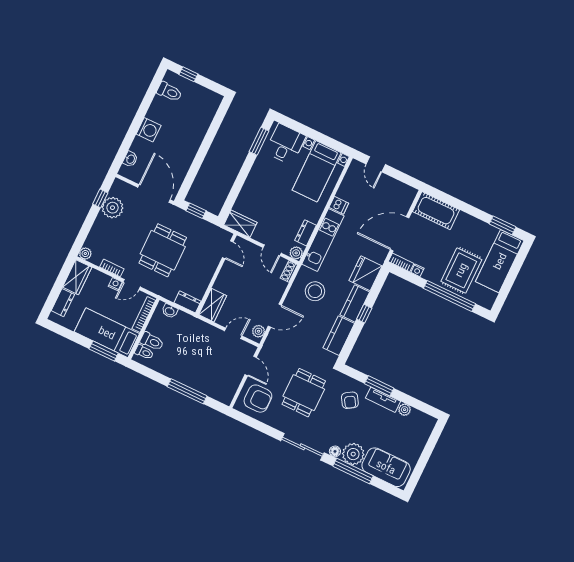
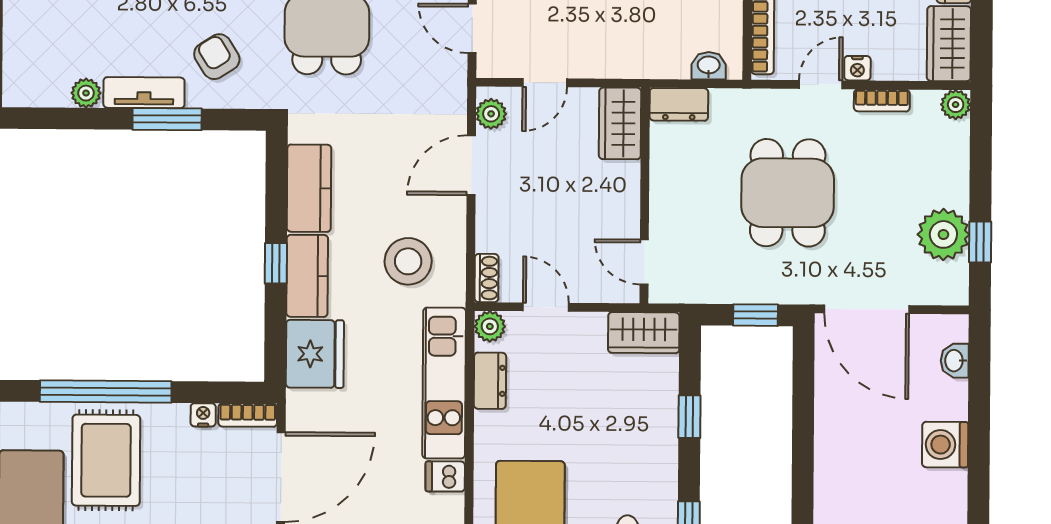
window: (238, 185) -> (689, 417), added

